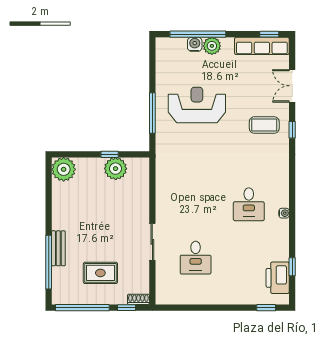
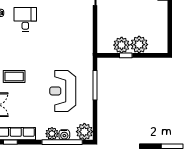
plant: (167, 49) -> (84, 132), added
reception desk: (197, 105) -> (63, 91), turned 90
plant: (64, 169) -> (139, 45), moved

